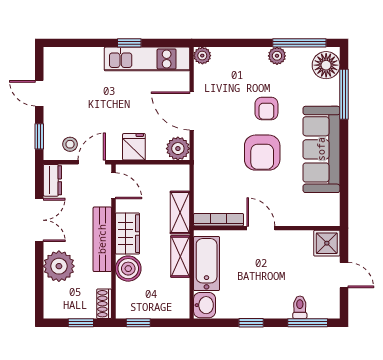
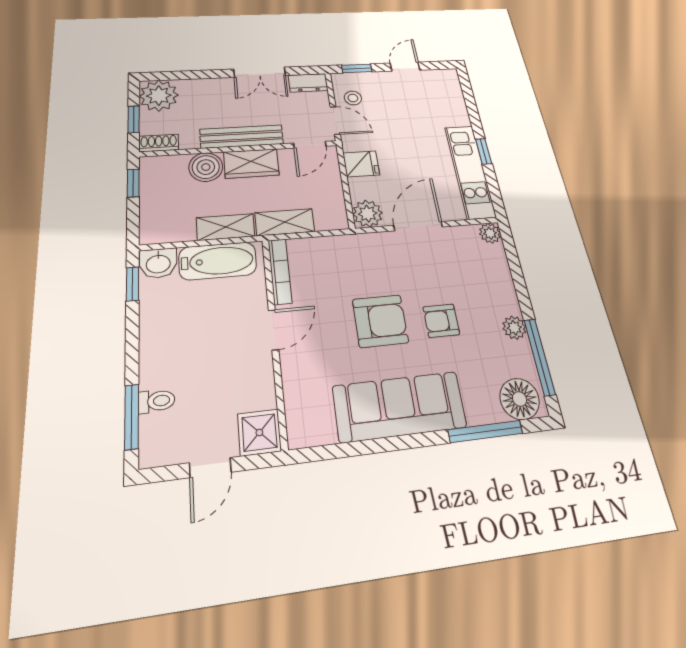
armchair: (262, 153) -> (380, 321), turned 180
plant: (59, 266) -> (159, 96), moved
window: (251, 323) -> (133, 284), moved

